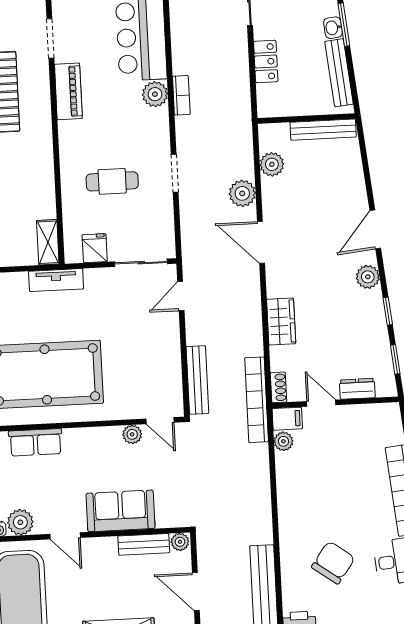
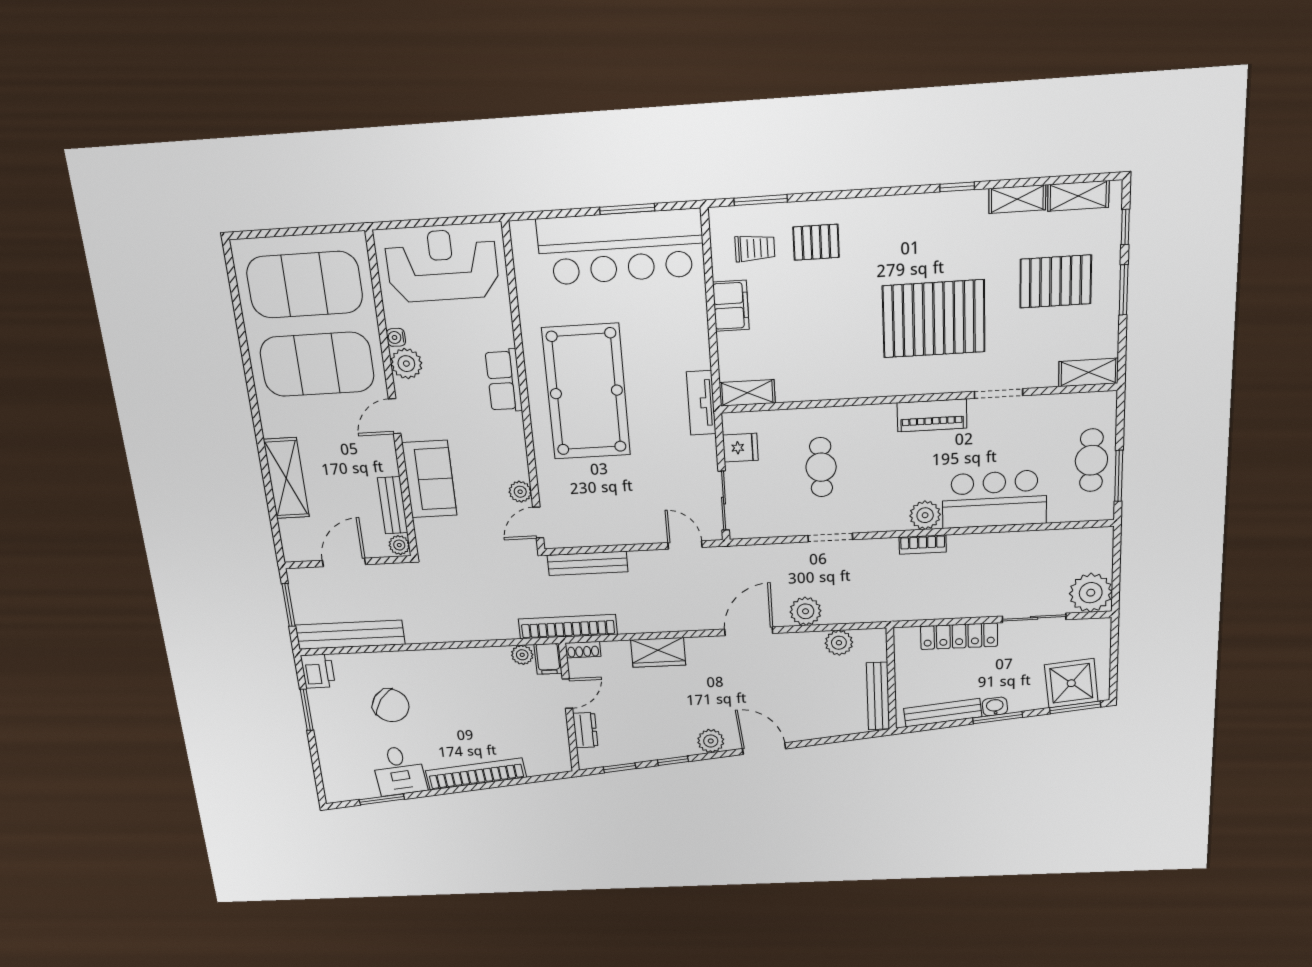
locker: (266, 61) -> (959, 636), width x1.53

